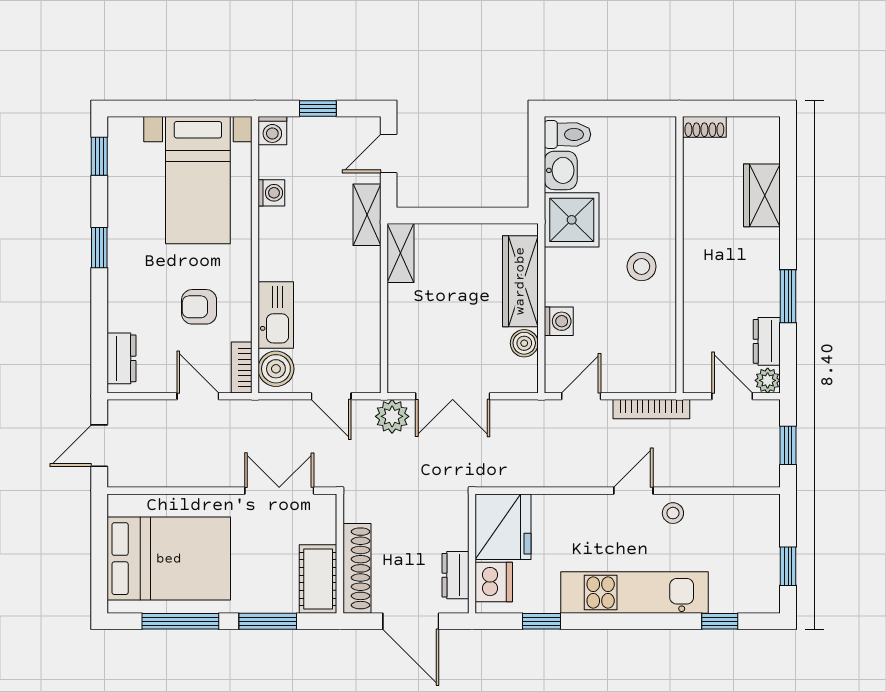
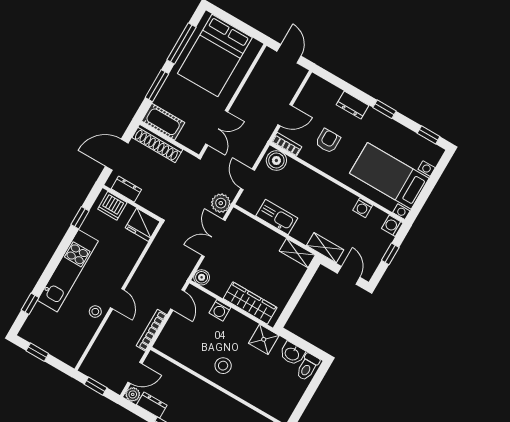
shower: (572, 220) -> (264, 339), width x0.73, depth x0.73
kitchen sink: (276, 315) -> (277, 217), moved, turned 180
boiler: (524, 343) -> (202, 277), moved
dresser: (122, 358) -> (353, 105), moved
door: (331, 396) -> (248, 179), hinge flipped
fridge: (503, 527) -> (143, 225), width x0.73, depth x0.75

